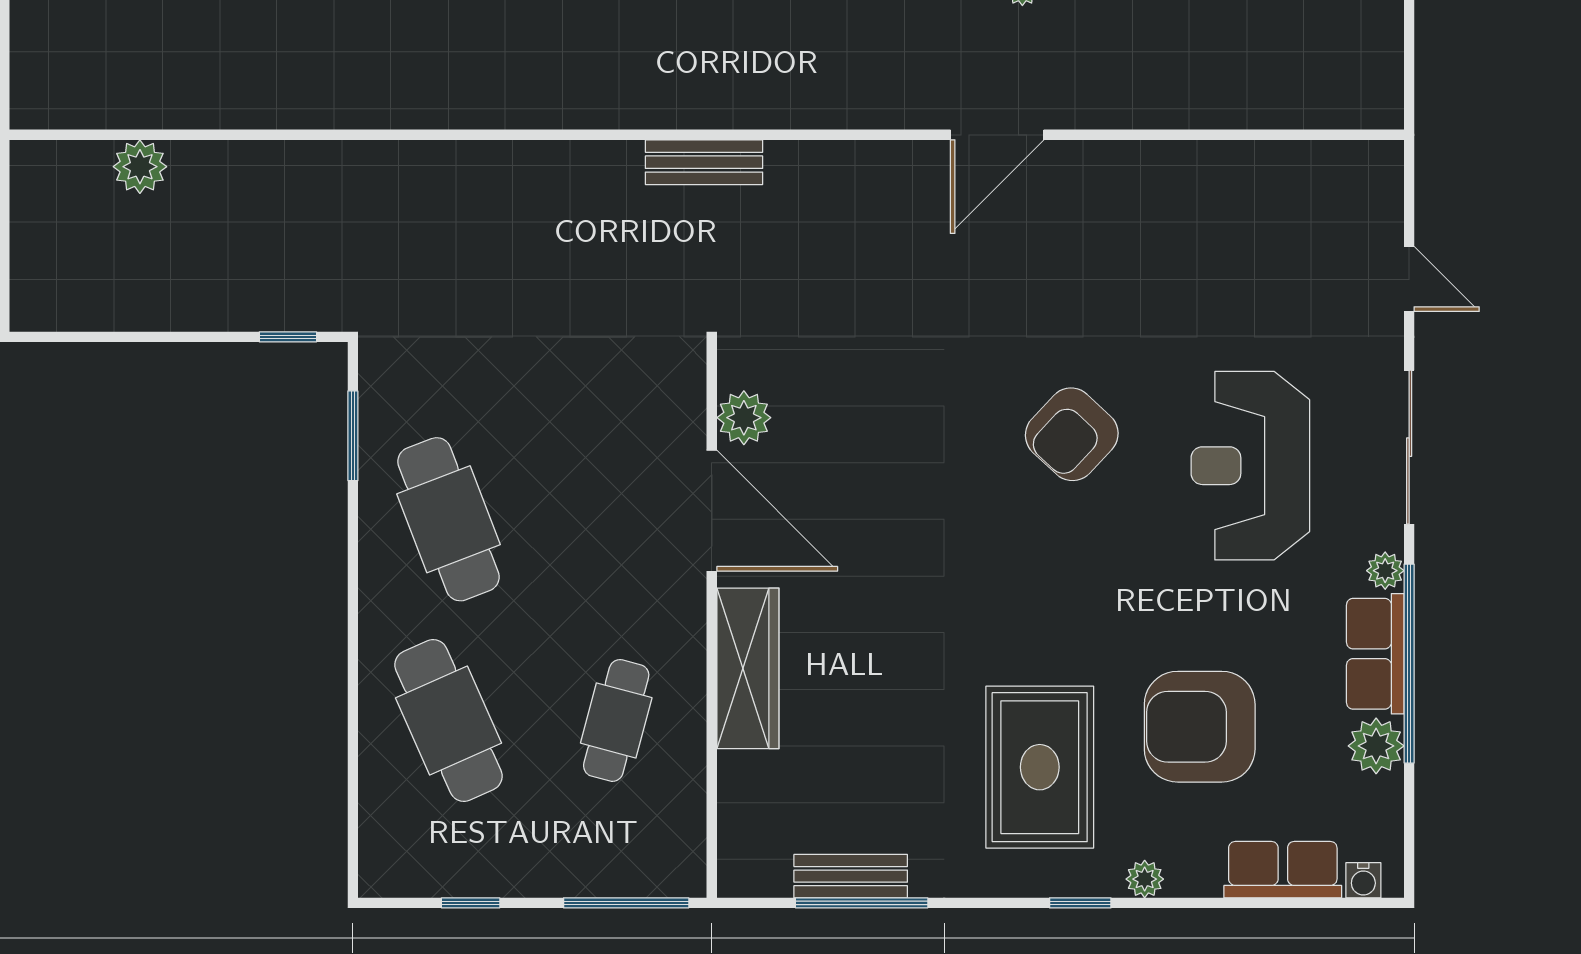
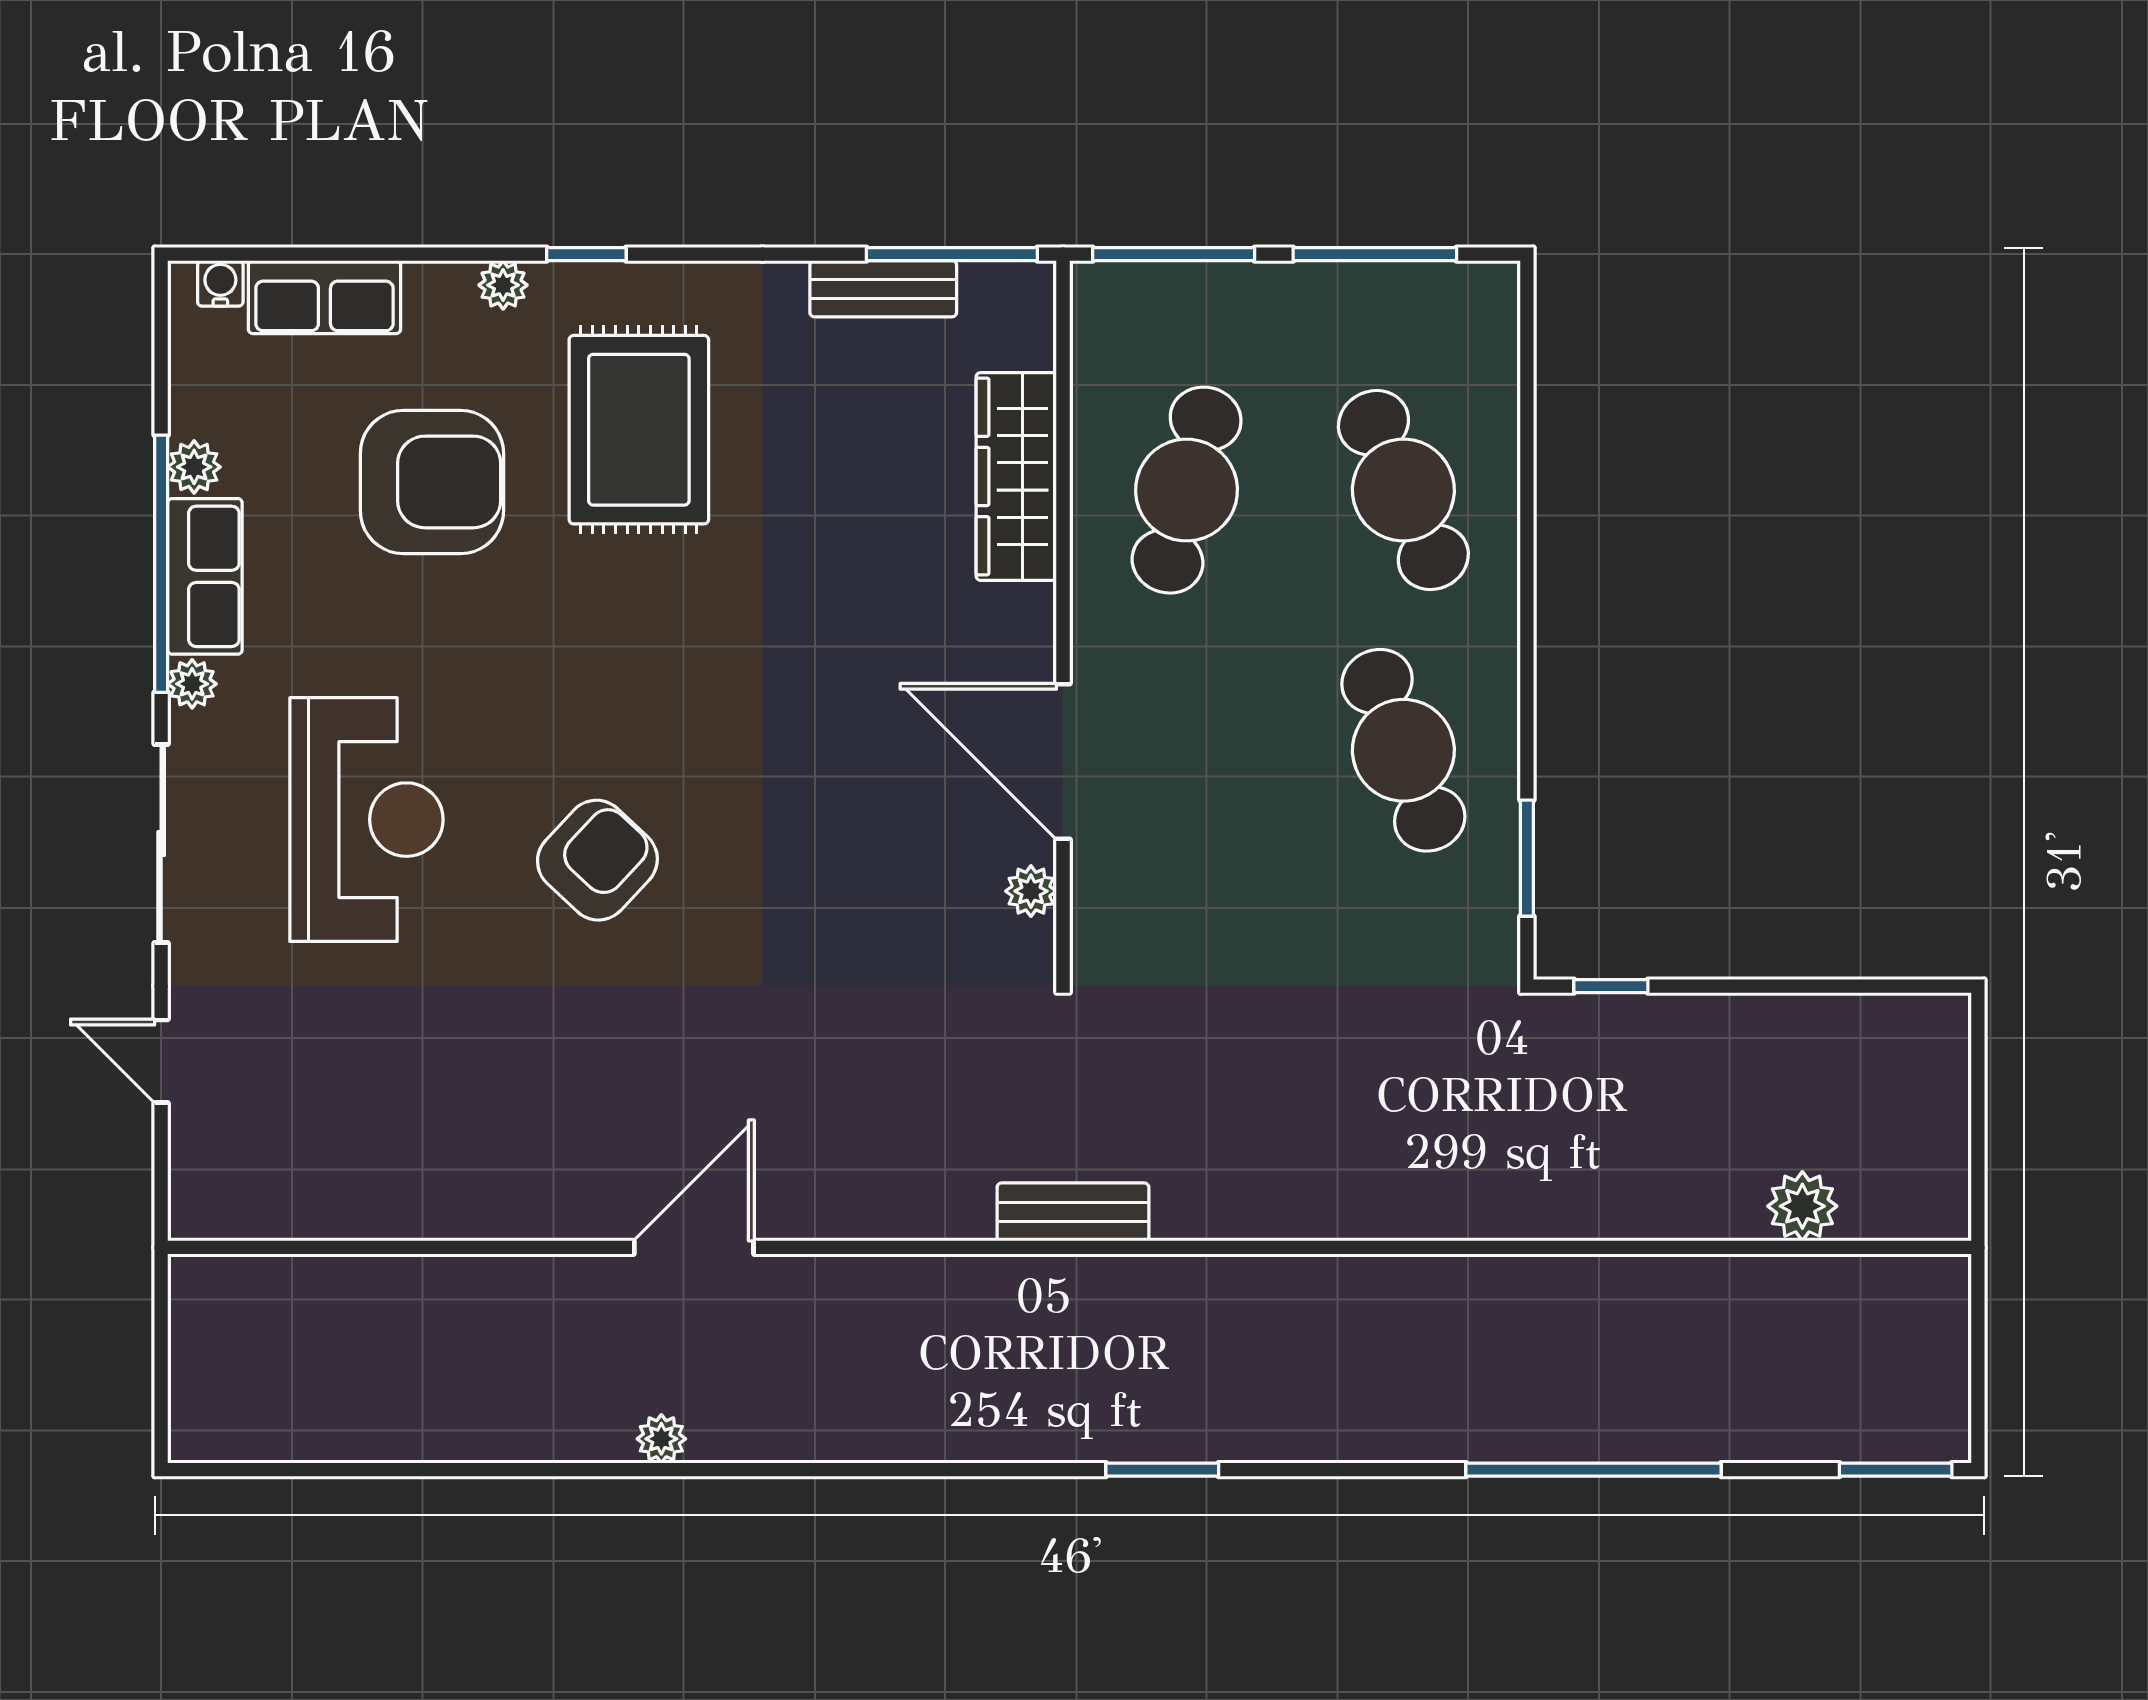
plant: (744, 418) -> (1031, 891), width x0.73, depth x0.73
wardrobe: (748, 668) -> (1016, 476), moved
cafe table: (616, 720) -> (1187, 490), width x1.37, depth x1.35
plant: (1376, 746) -> (194, 467), width x0.73, depth x0.73
window: (471, 903) -> (1375, 254), width x2.17
window: (862, 903) -> (952, 254), moved

